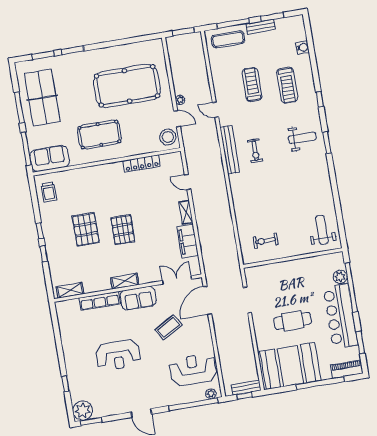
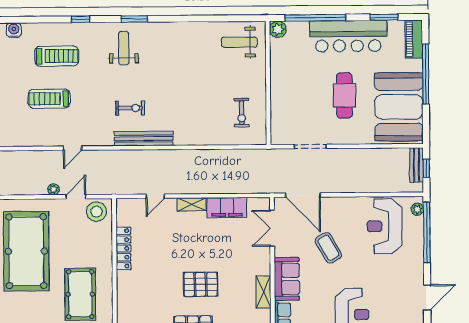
bench: (230, 150) -> (144, 139), moved
plant: (340, 277) -> (278, 29), moved

